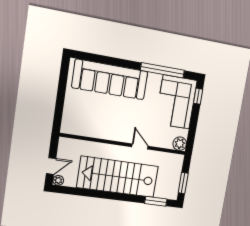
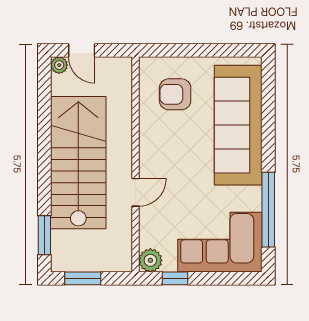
window: (198, 96) -> (175, 278), moved
armchair: (86, 114) -> (175, 94), added

